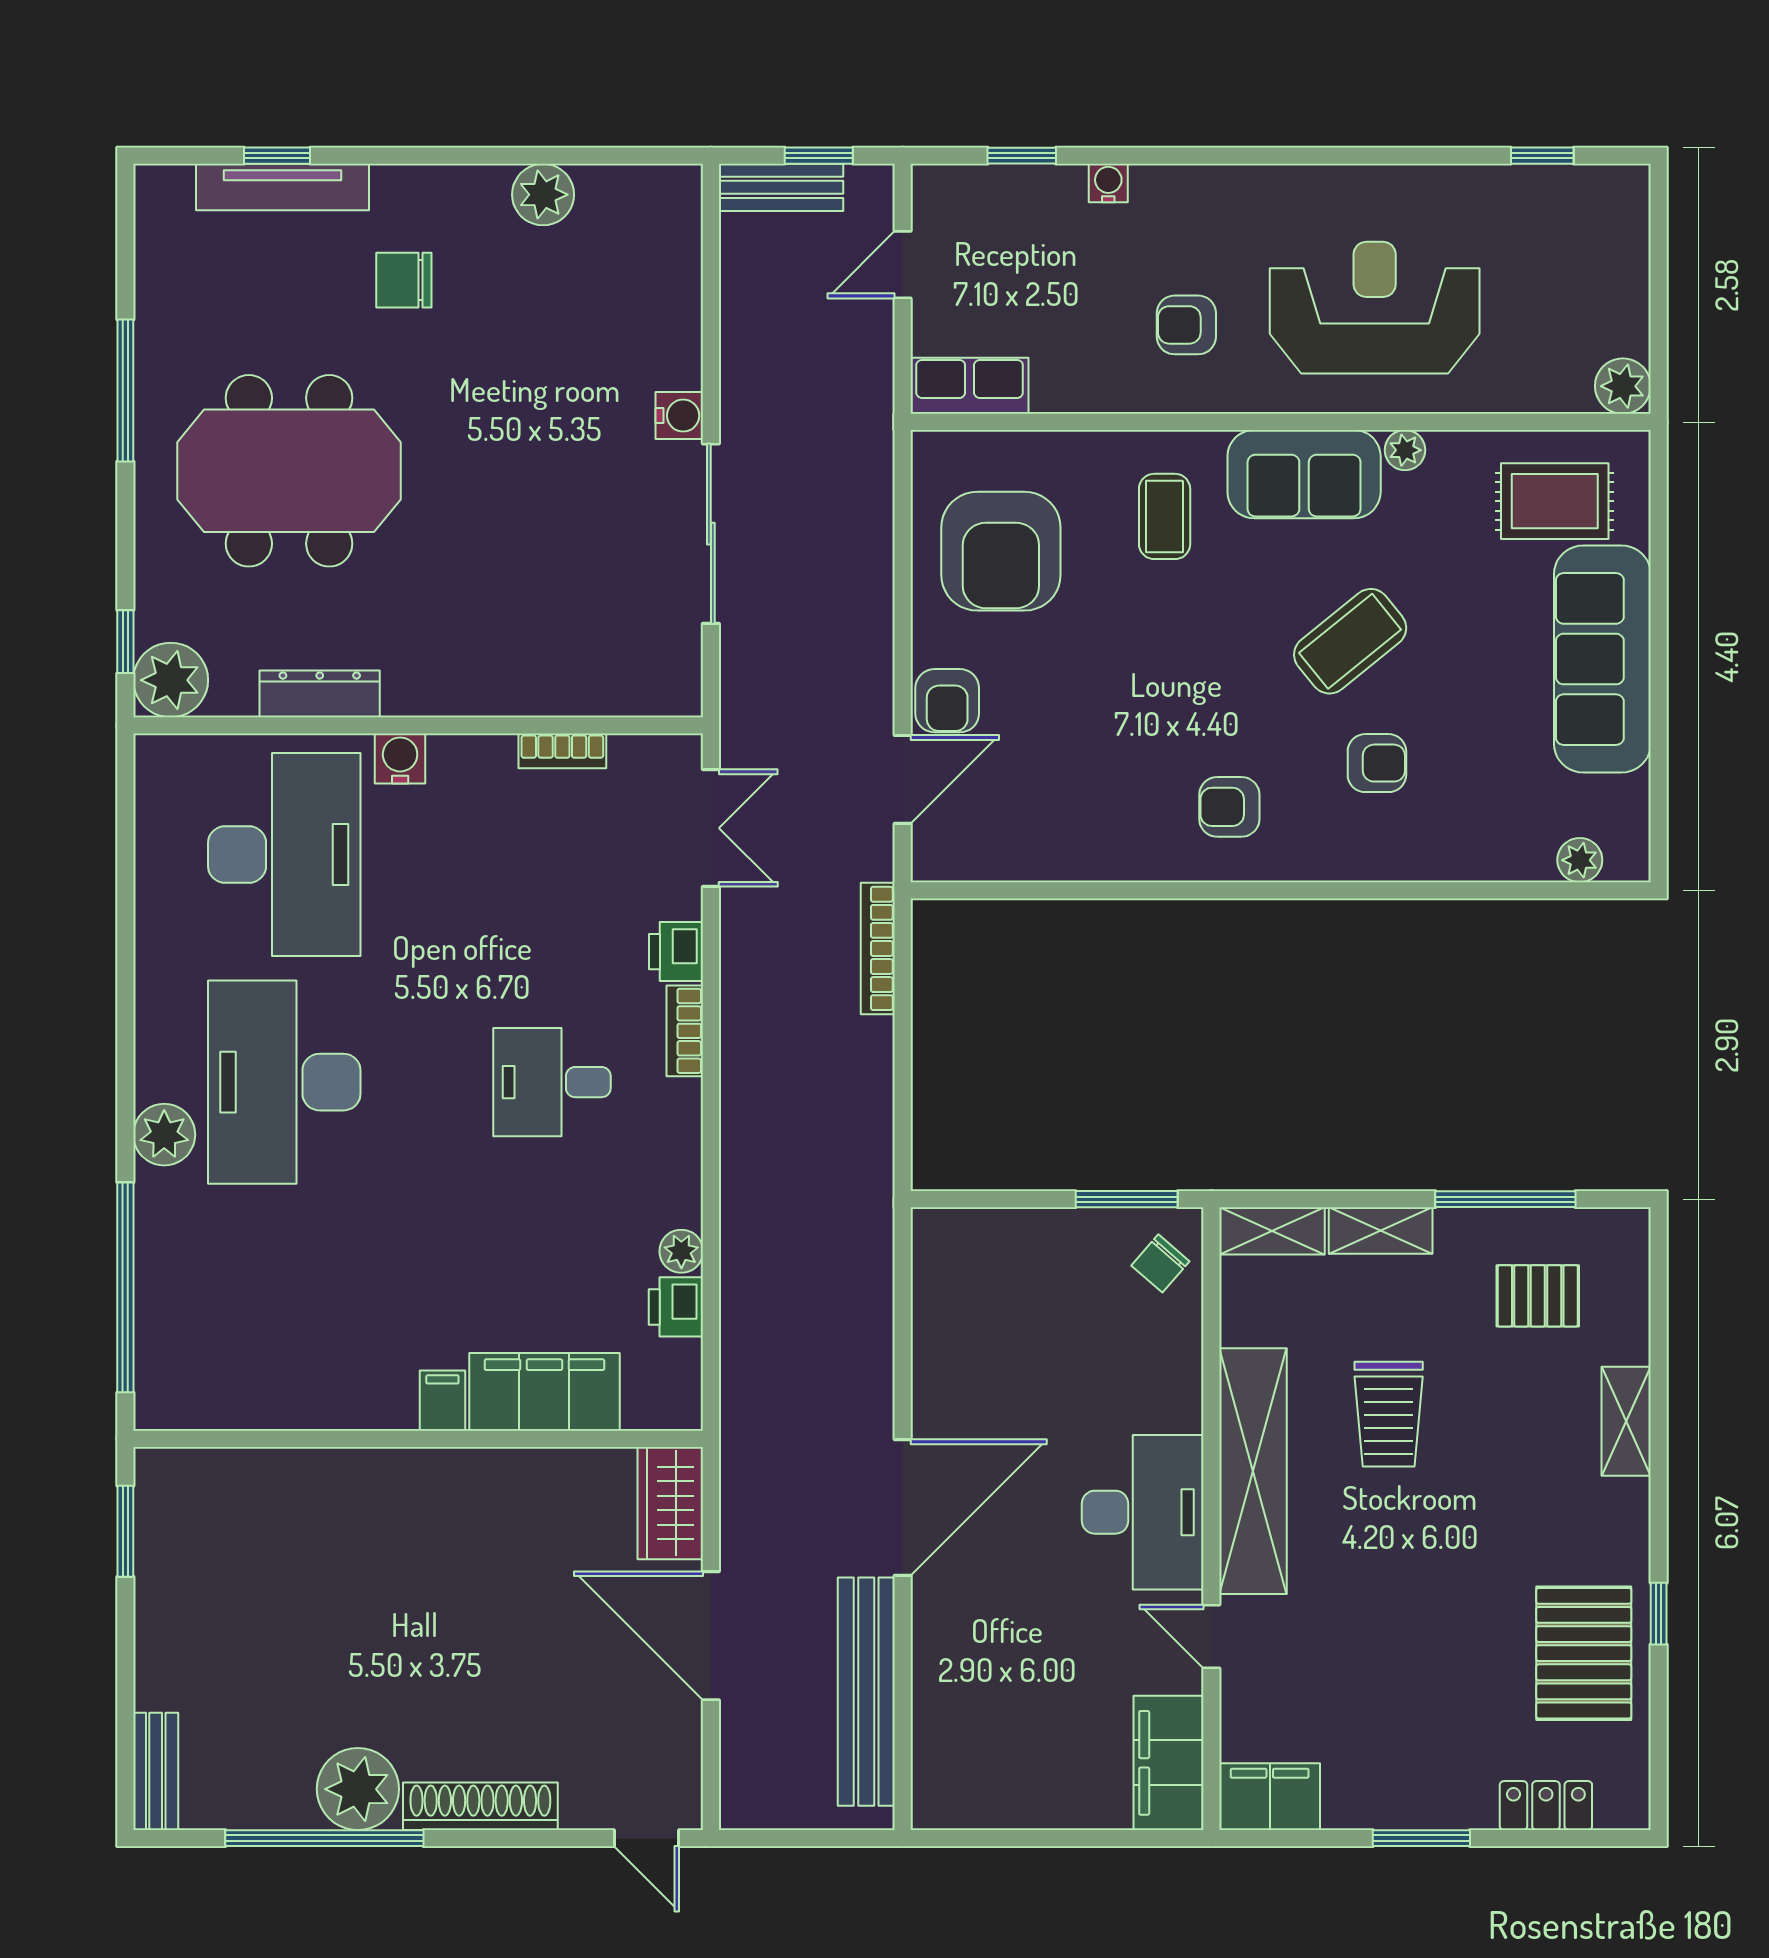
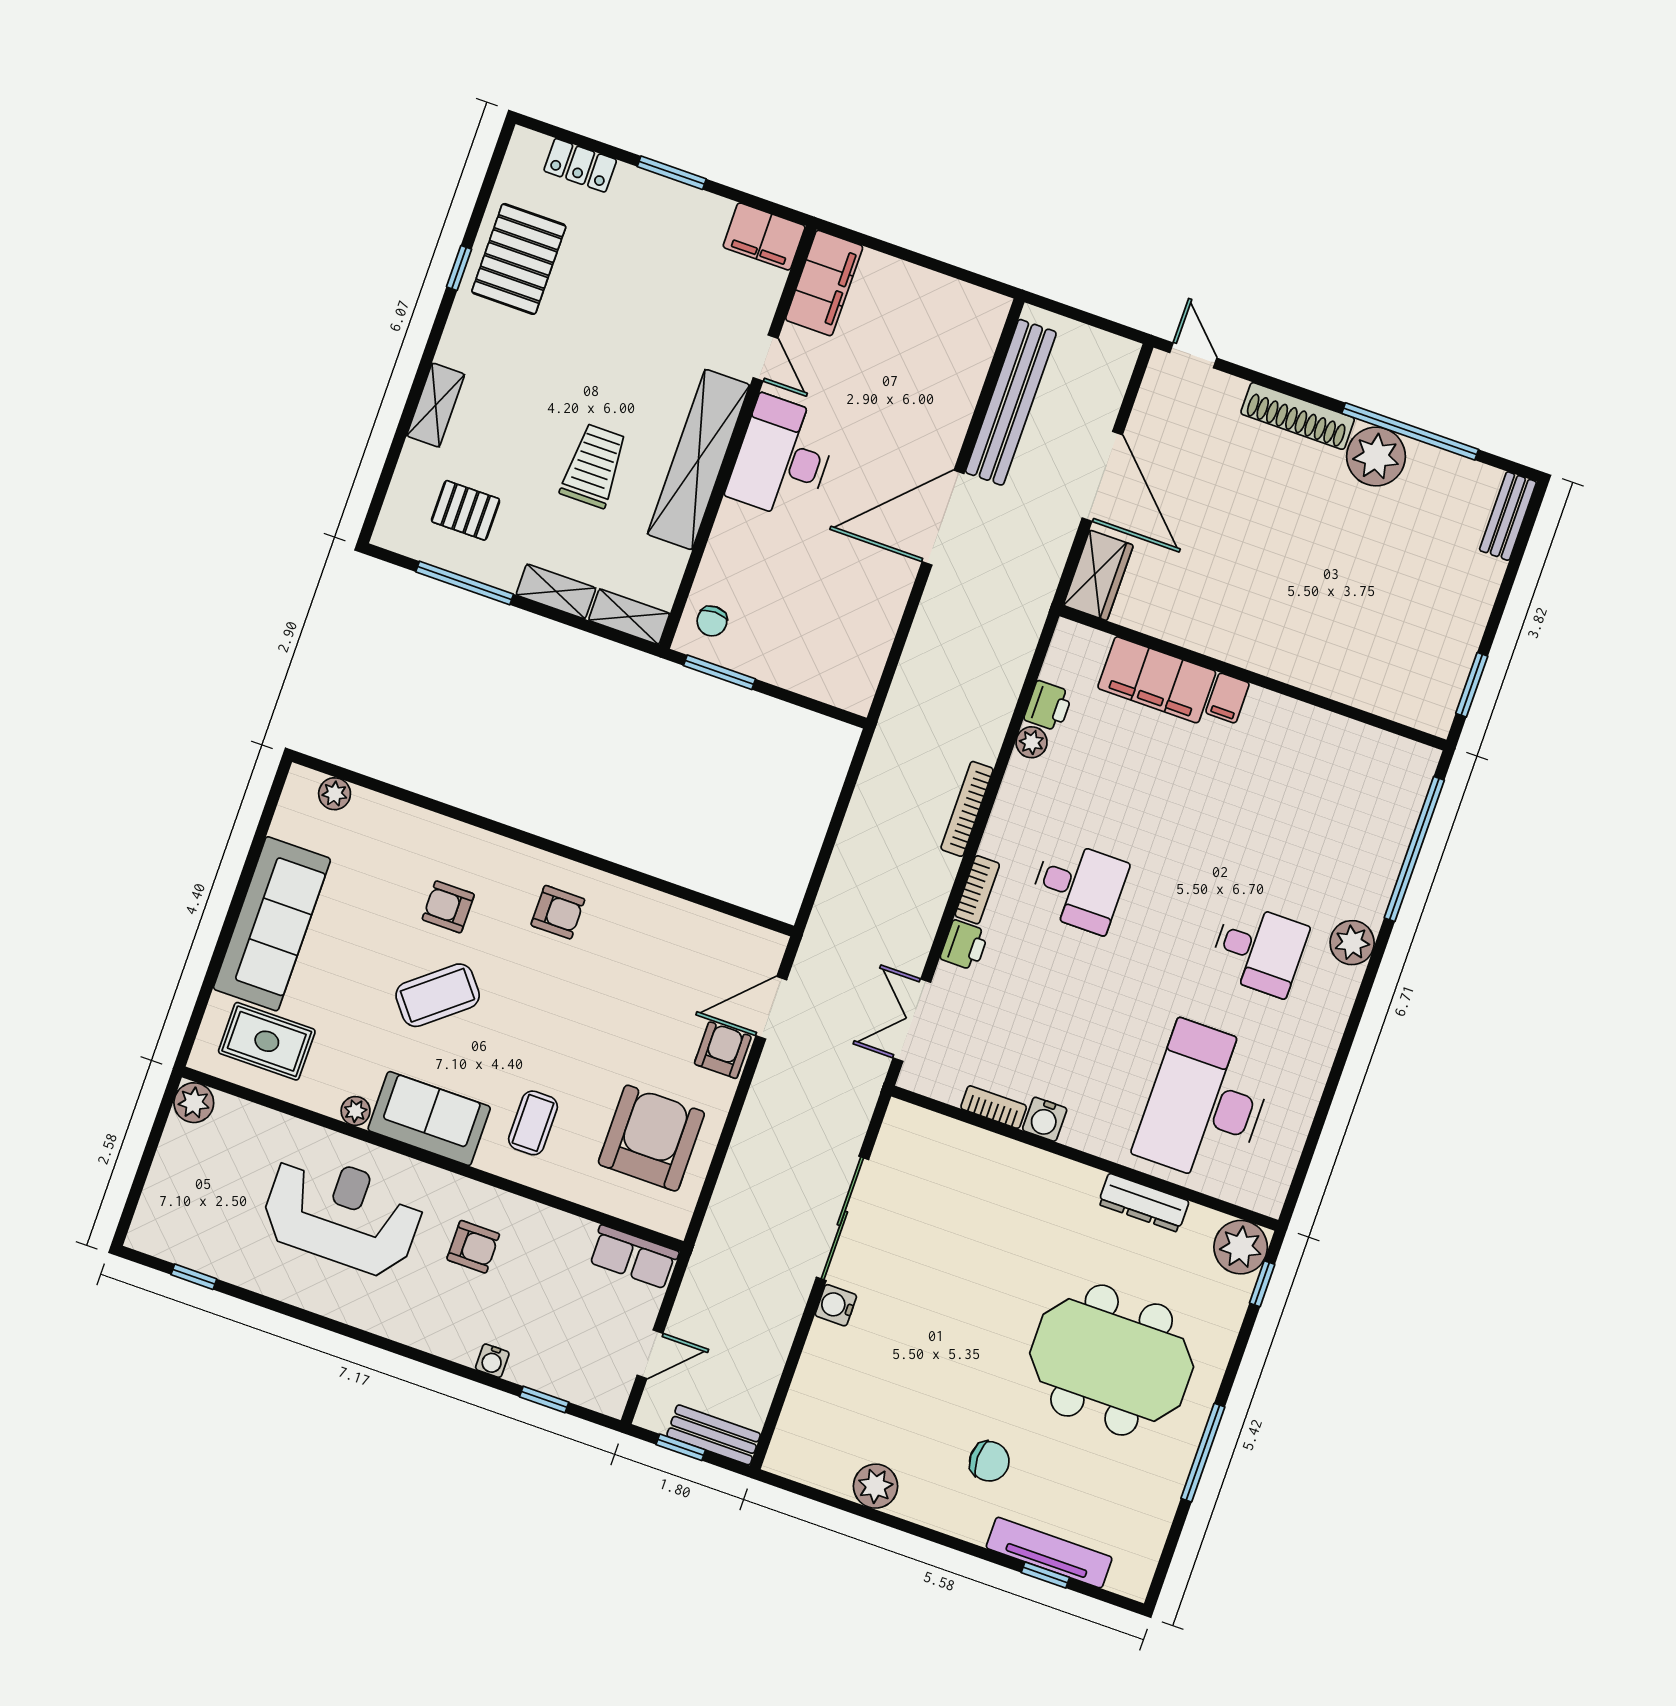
reception desk: (1375, 308) -> (342, 1214), turned 180
water cooler: (400, 758) -> (1045, 1119), moved
bookcase: (878, 948) -> (967, 809), moved, turned 180
desk: (284, 1082) -> (1259, 950), width x0.53, depth x0.77
chair: (1160, 1263) -> (712, 621), turned 139

